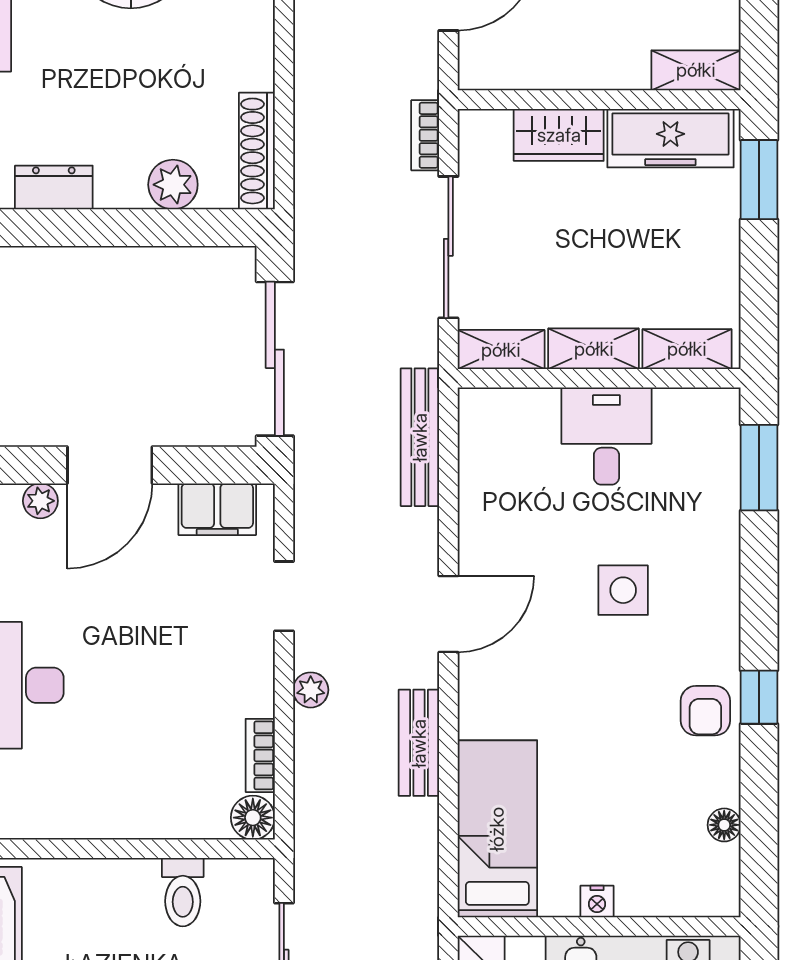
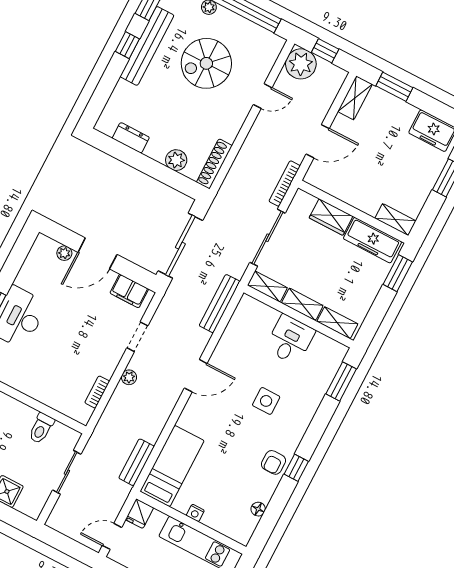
bookcase: (425, 135) -> (285, 184), width x1.56
bench: (419, 743) -> (137, 462), moved
floor lamp: (253, 818) -> (82, 414), removed

